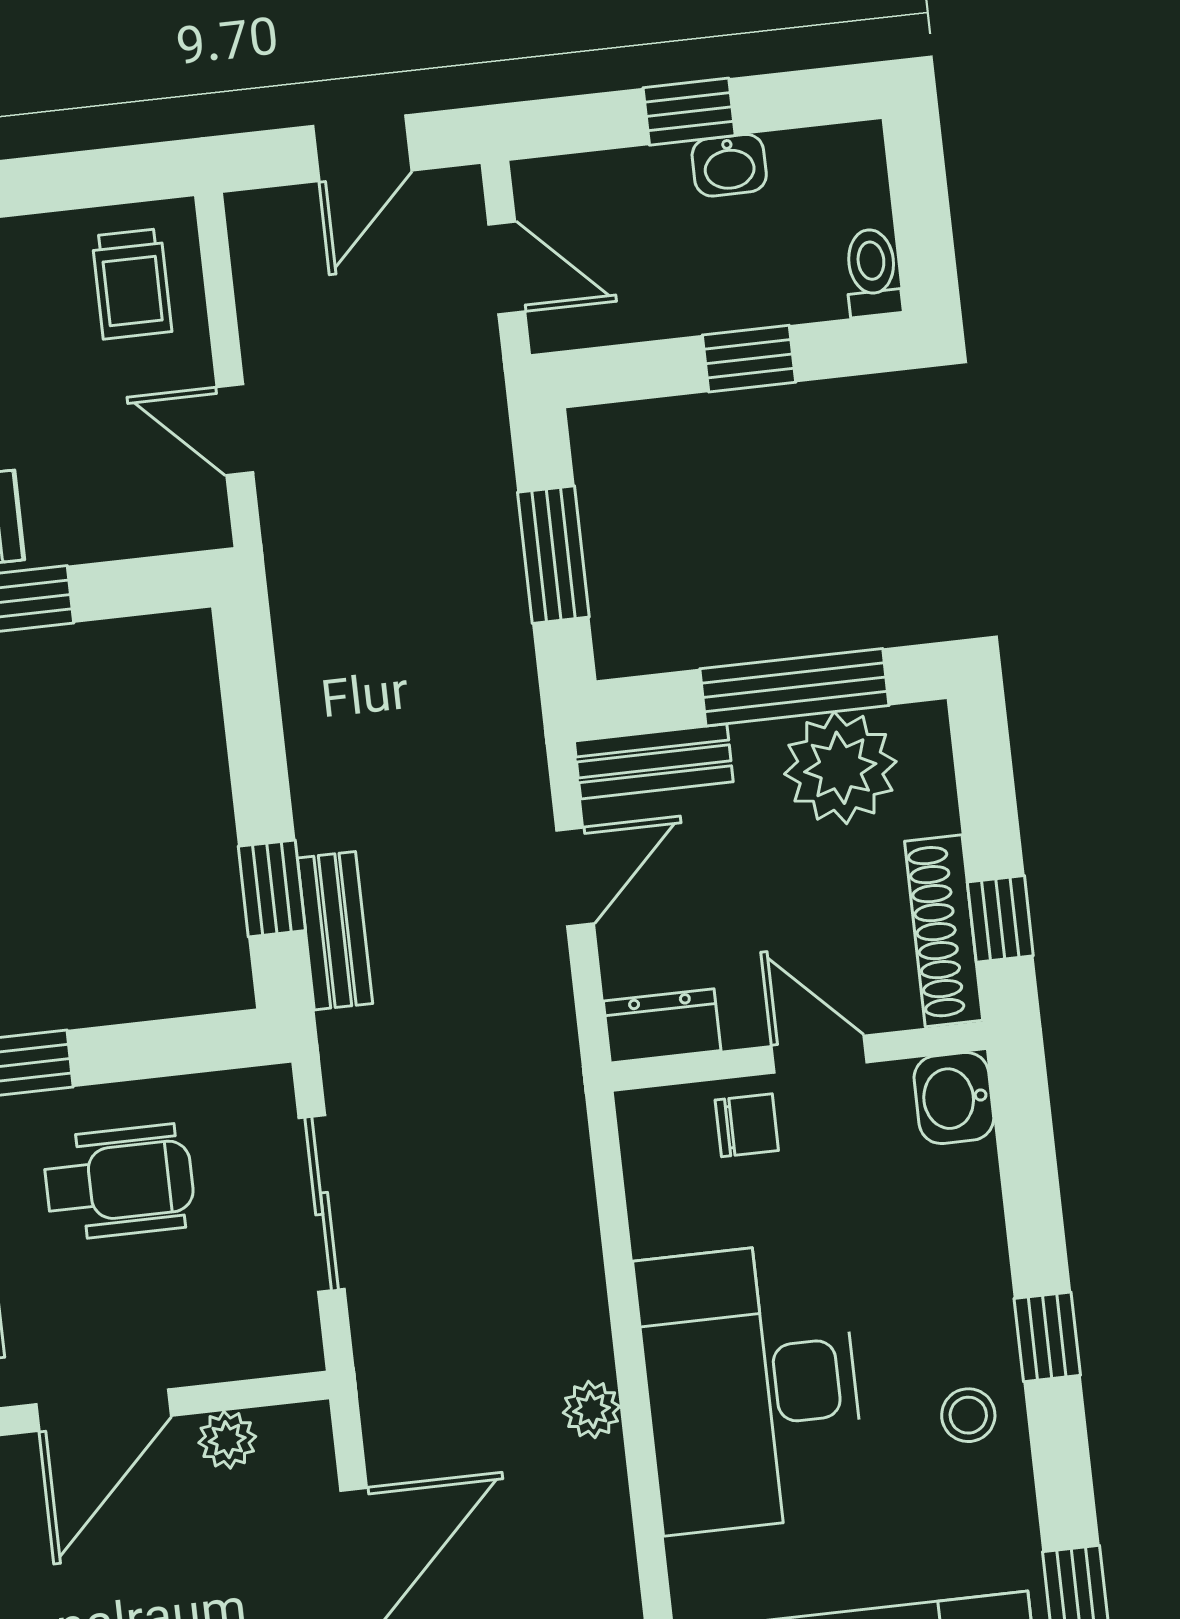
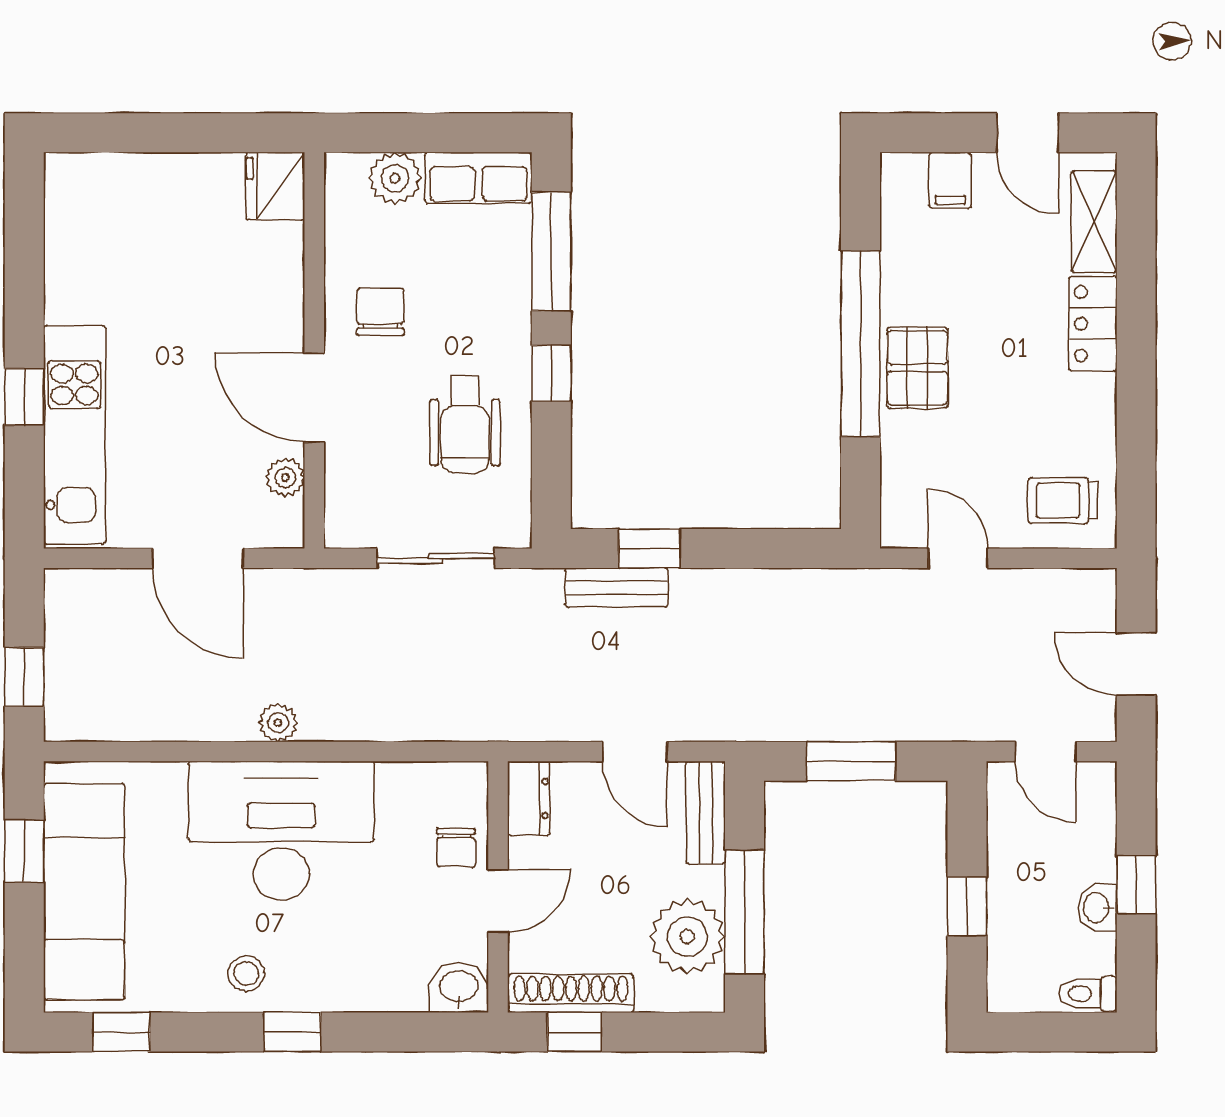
door: (507, 268) -> (1046, 752), hinge flipped
toilet: (872, 273) -> (1088, 994), moved, turned 180
door: (235, 430) -> (958, 558), hinge flipped

